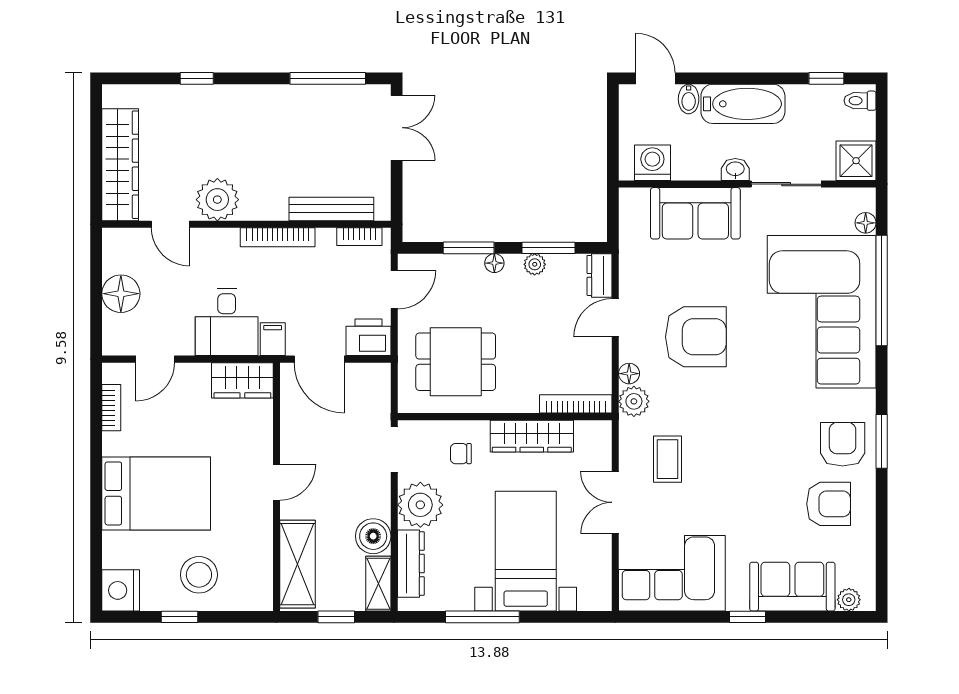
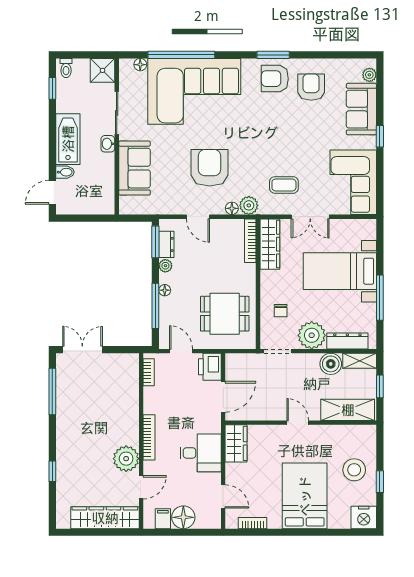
washing machine: (652, 163) -> (104, 194), removed
bench: (331, 209) -> (132, 389), removed
bookcase: (278, 237) -> (149, 437), moved
window: (469, 248) -> (155, 306), width x1.44
window: (548, 248) -> (155, 242), moved
dresser: (600, 275) -> (166, 244), moved, turned -90
filing cabinet: (273, 339) -> (163, 519), moved, turned 90
dining table: (456, 362) -> (225, 314), turned 90
wardrobe: (532, 436) -> (270, 244), moved

